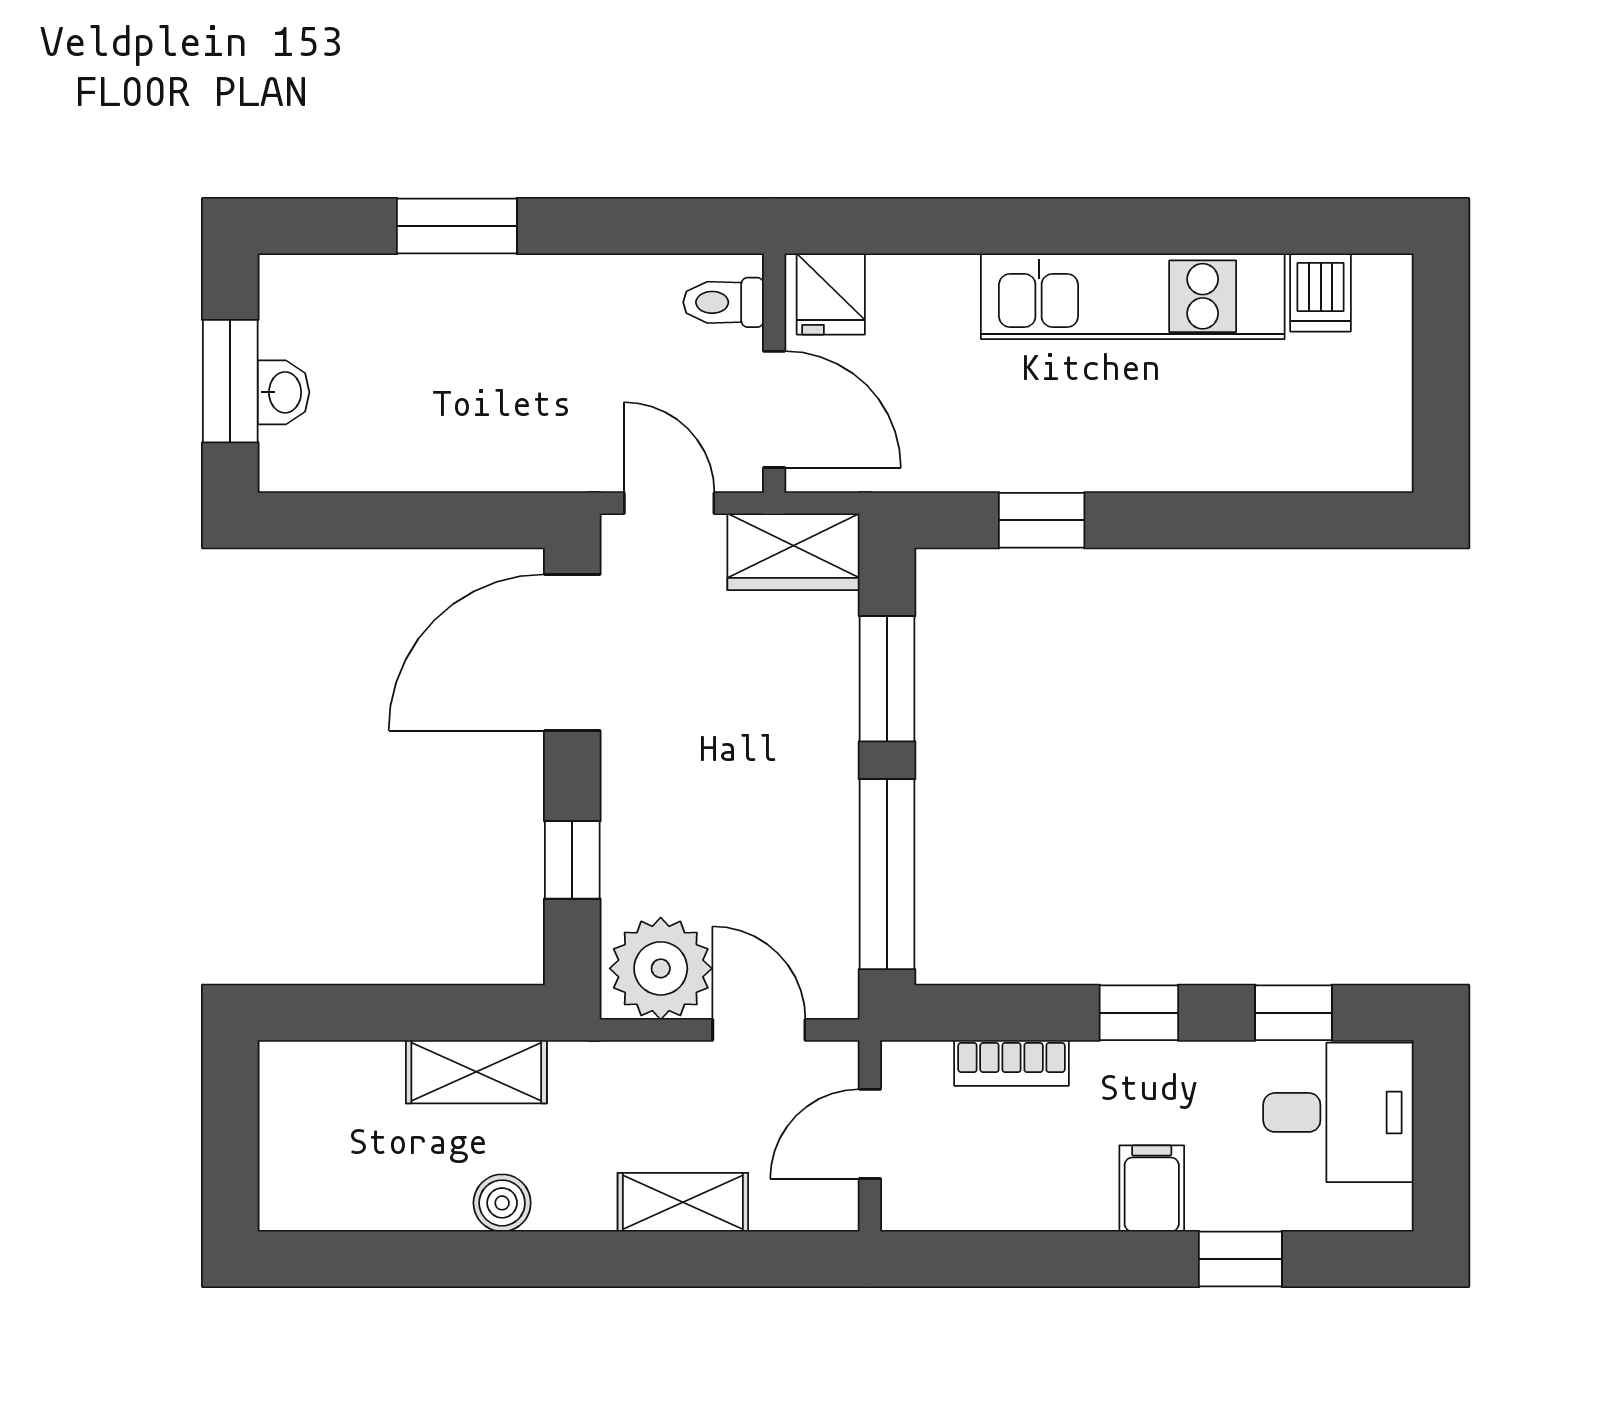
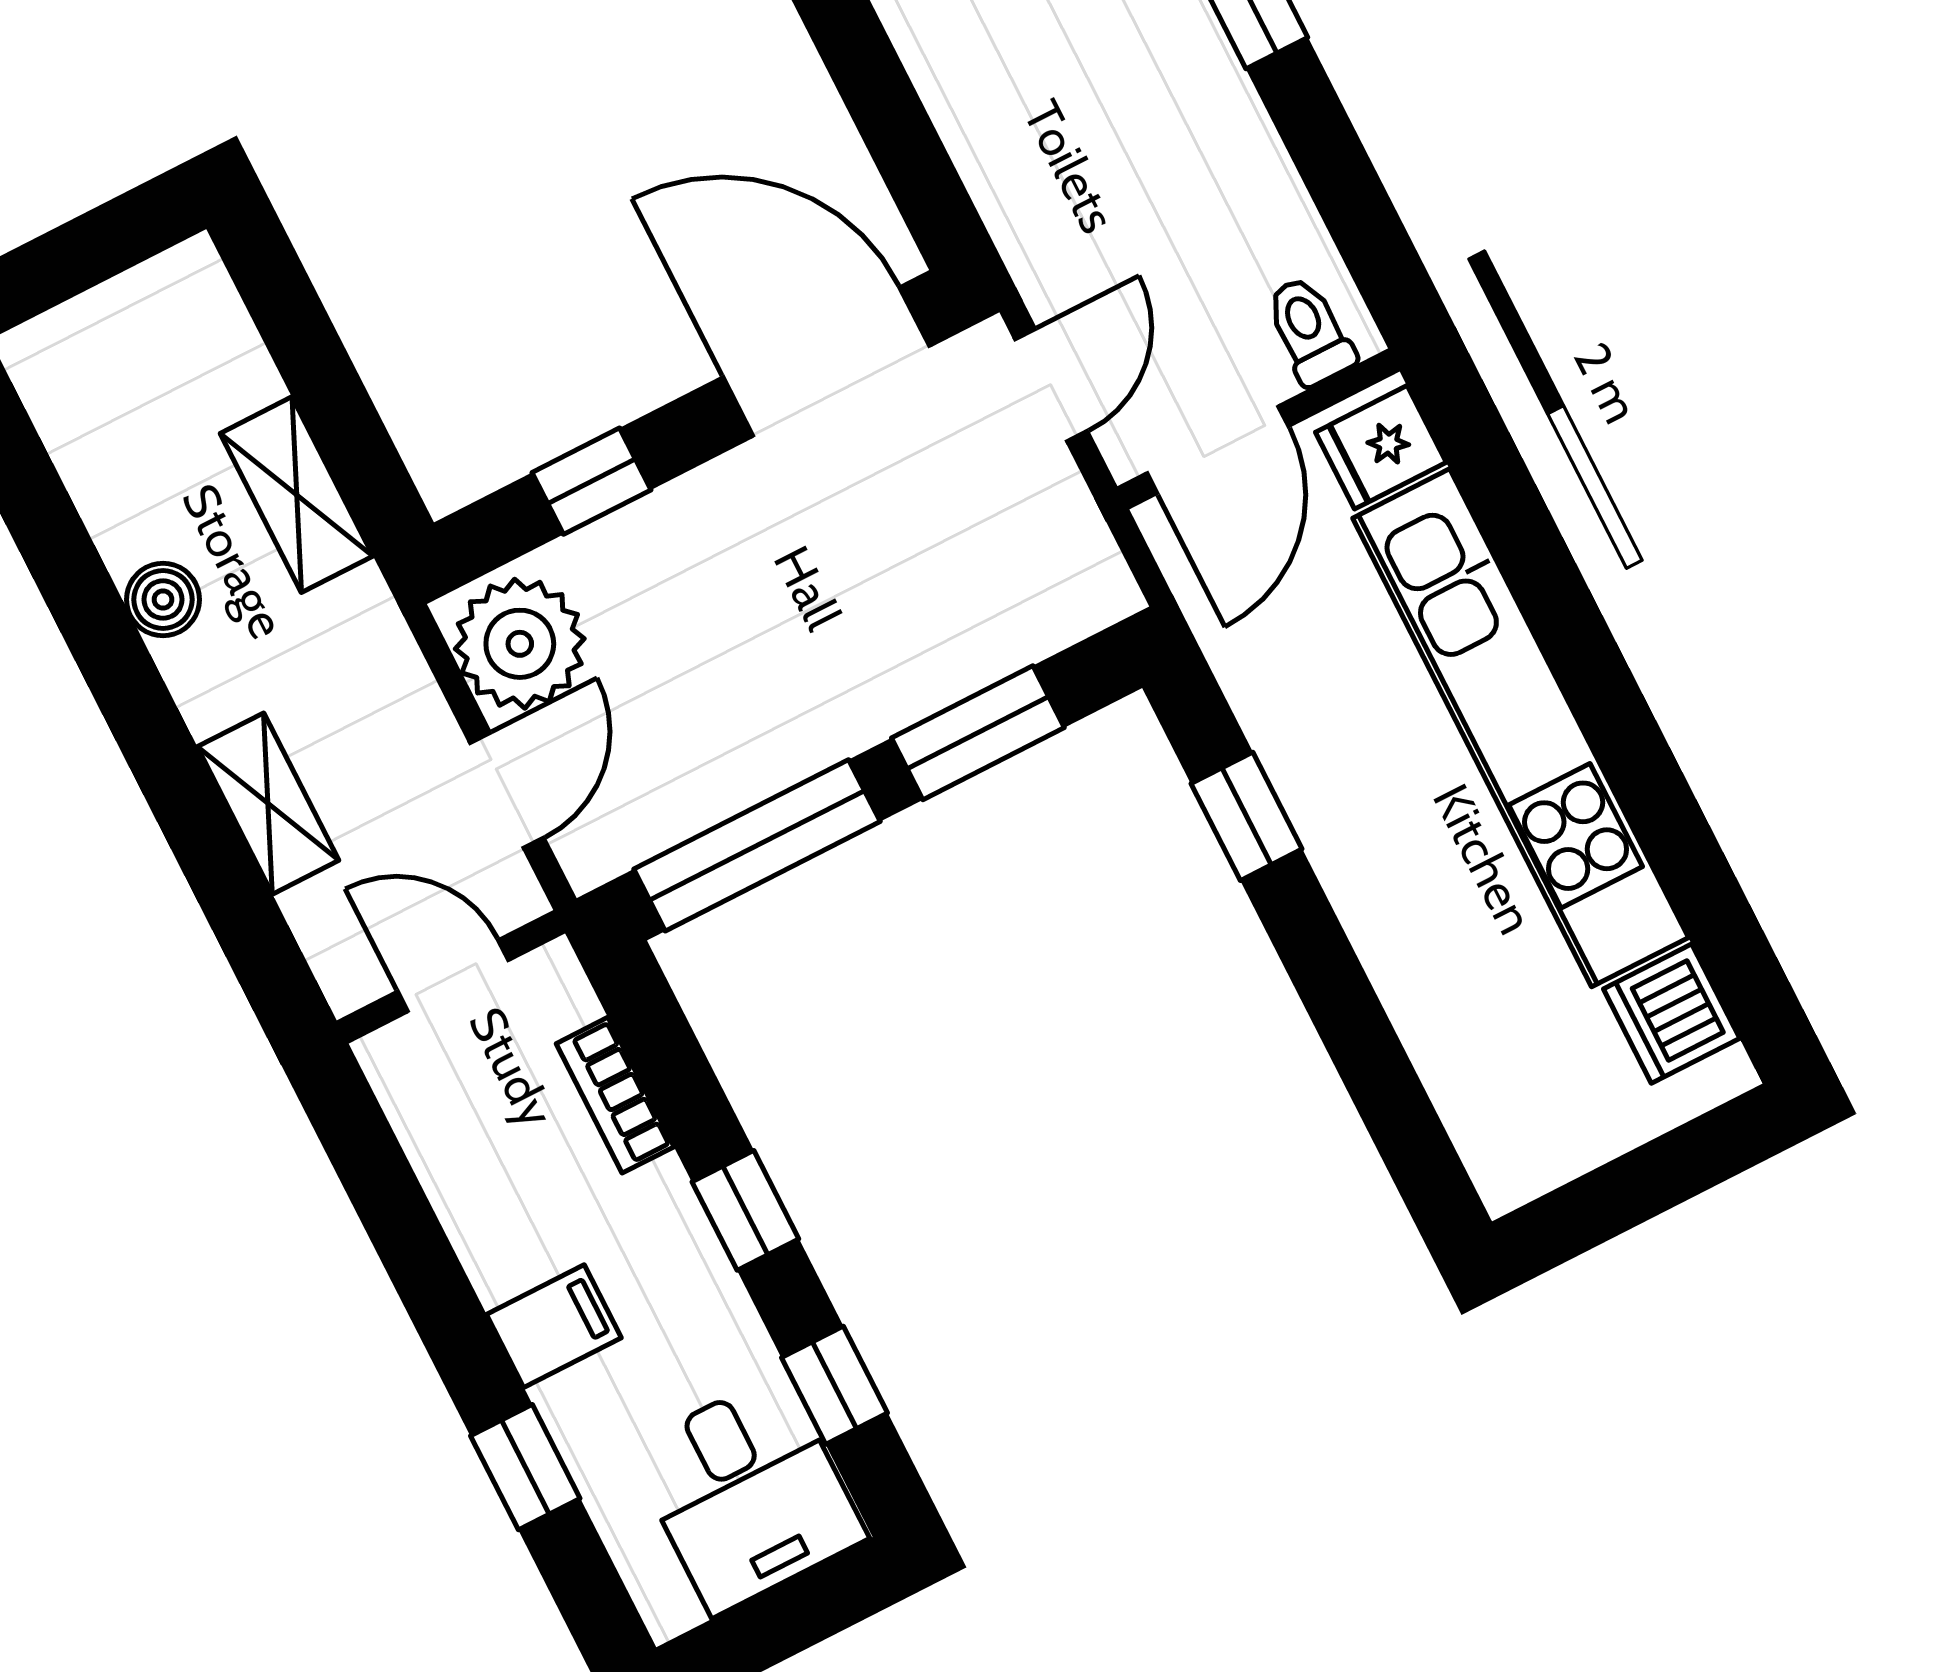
dishwasher: (1321, 292) -> (1672, 1014), width x1.38
kitchen unit: (1133, 296) -> (1521, 728), width x1.36
wardrobe: (793, 552) -> (1068, 554), removed

